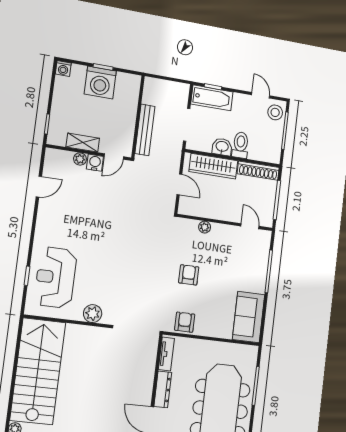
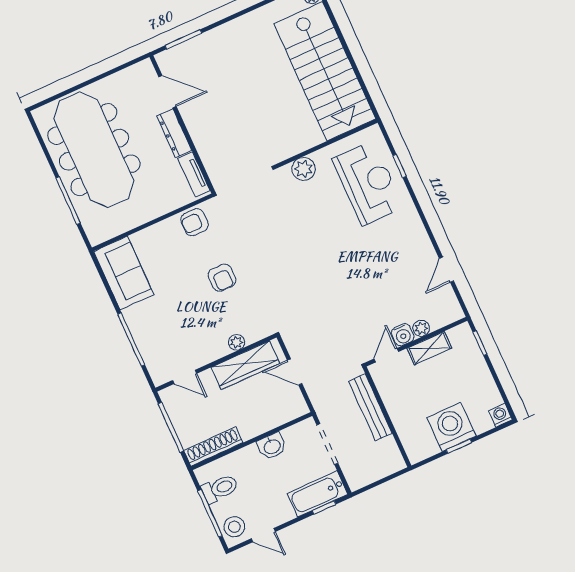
toilet: (240, 145) -> (220, 488), moved, turned -90
wardrobe: (213, 166) -> (245, 365), moved, turned 180
armchair: (185, 322) -> (195, 222), turned 90

